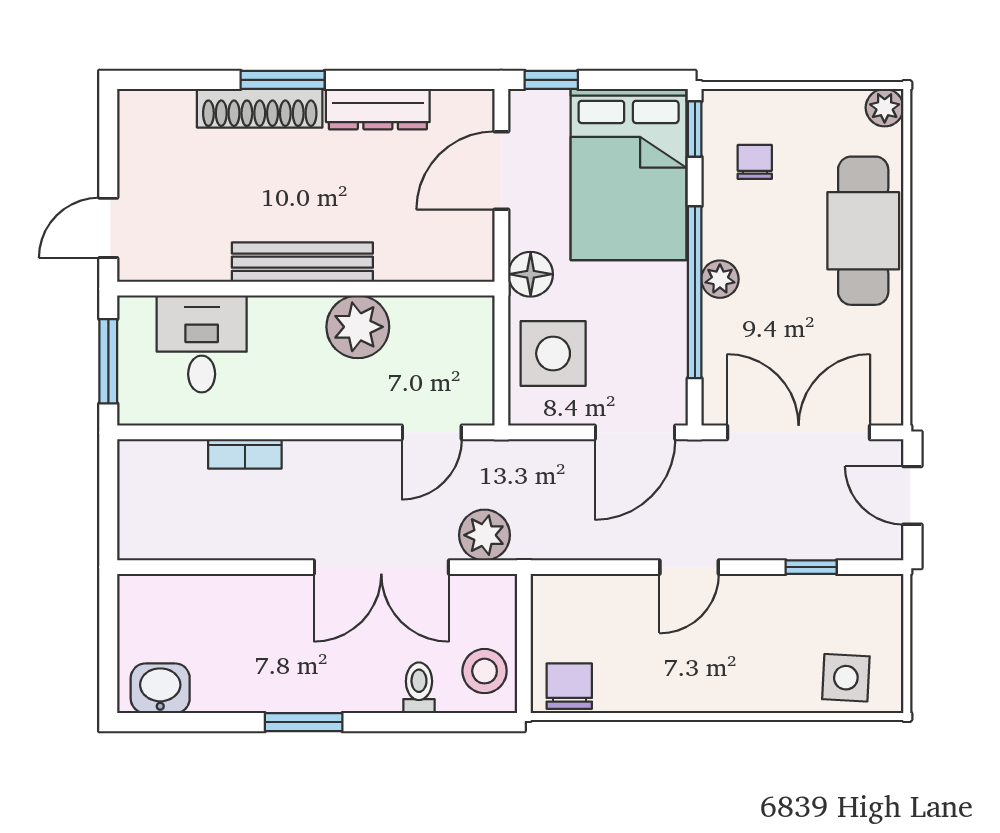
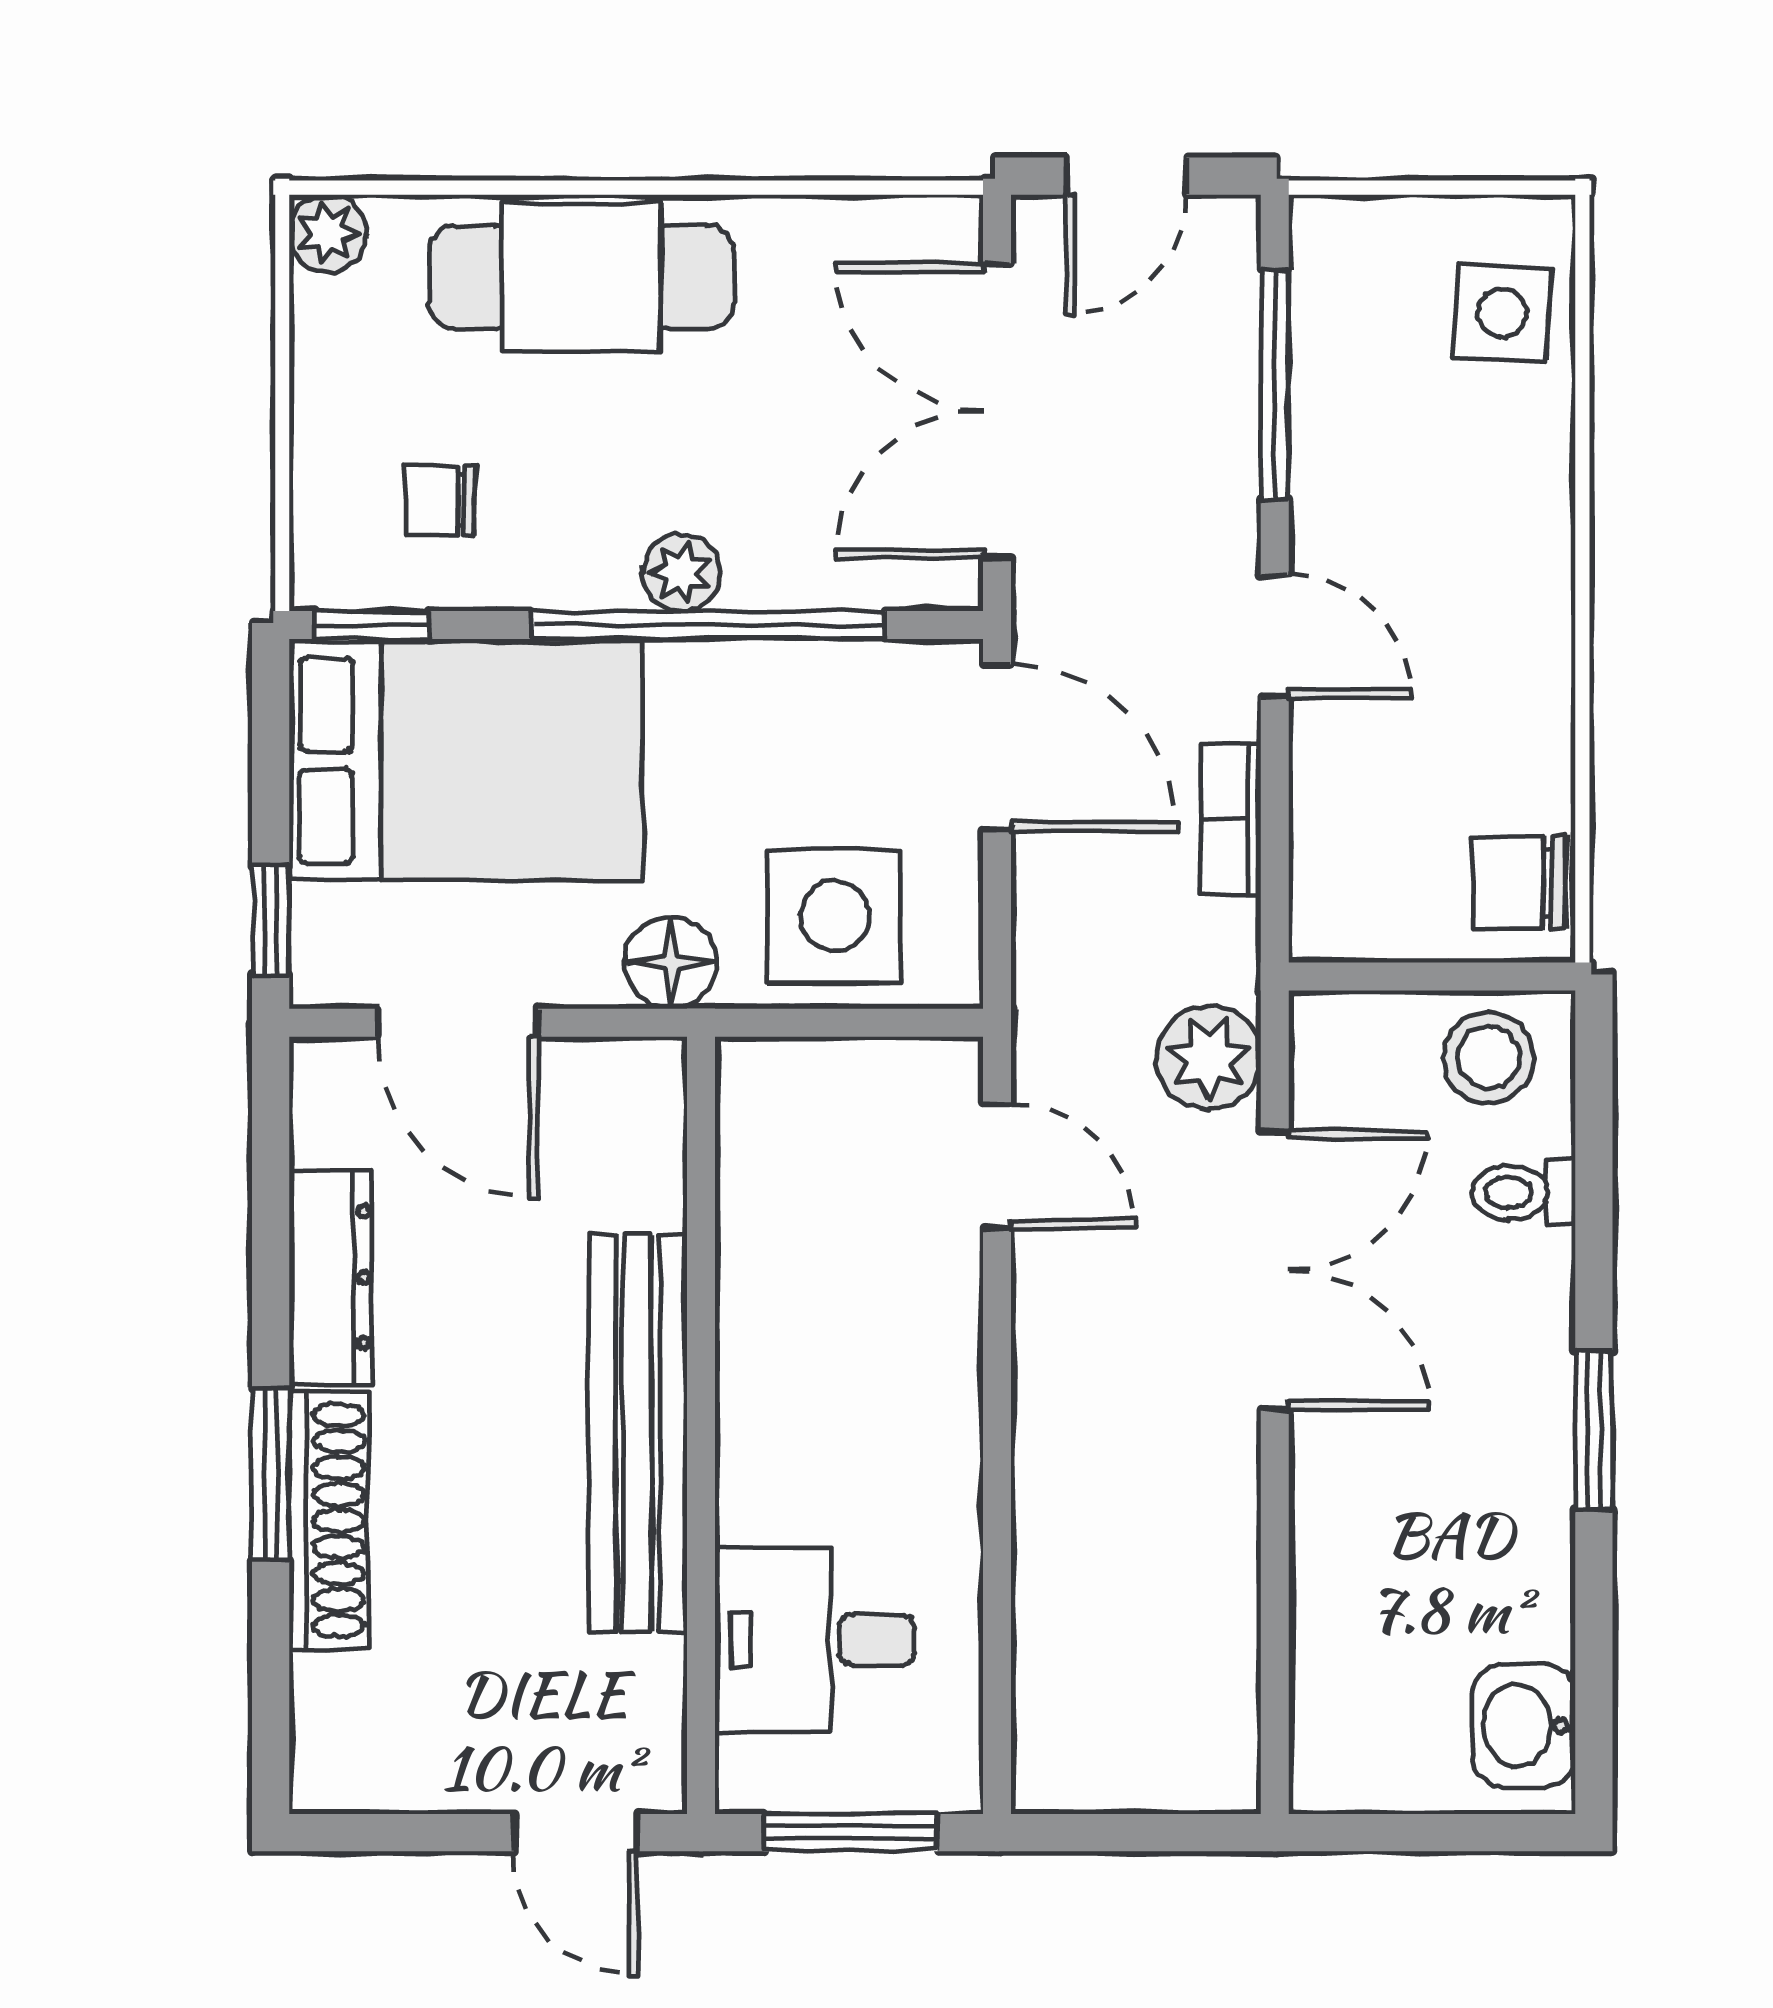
bench: (302, 262) -> (638, 1433), width x1.37, depth x1.21
plant: (358, 327) -> (779, 1318), removed
bookcase: (245, 454) -> (1231, 819), moved, turned 180
window: (811, 567) -> (1275, 385), width x2.17

